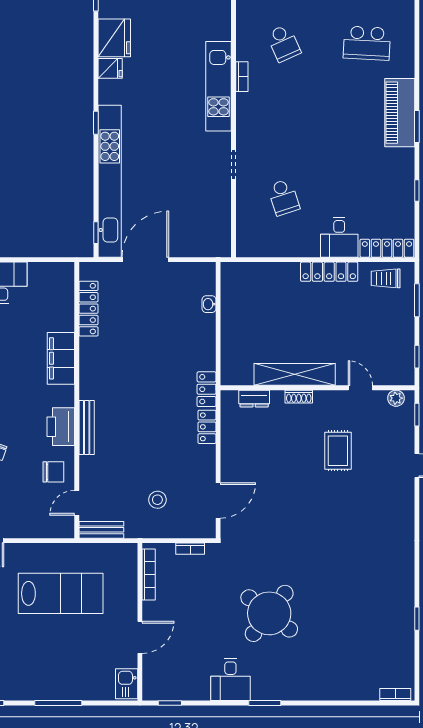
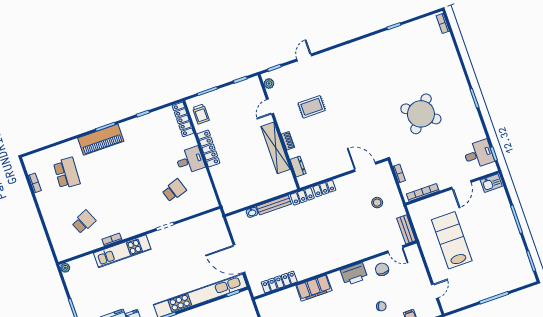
desk: (339, 237) -> (190, 160), moved
bench: (87, 428) -> (274, 205), moved
door: (140, 637) -> (461, 185), swing flipped
desk: (230, 680) -> (478, 154), moved

